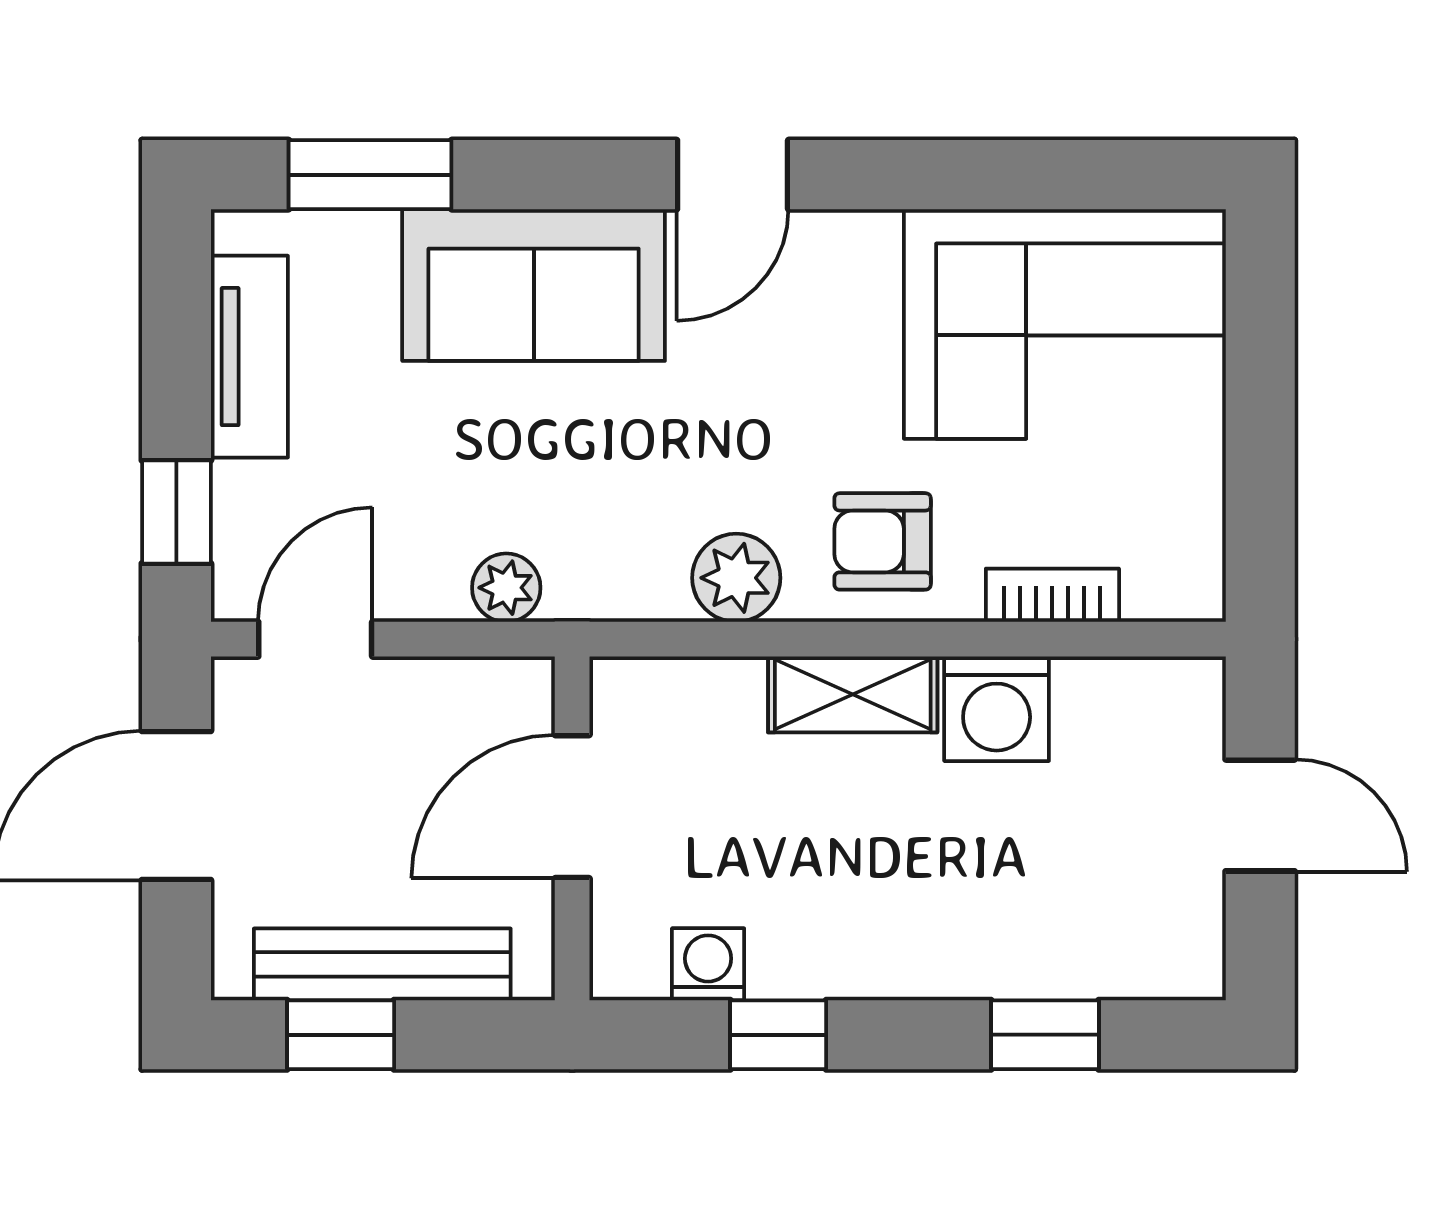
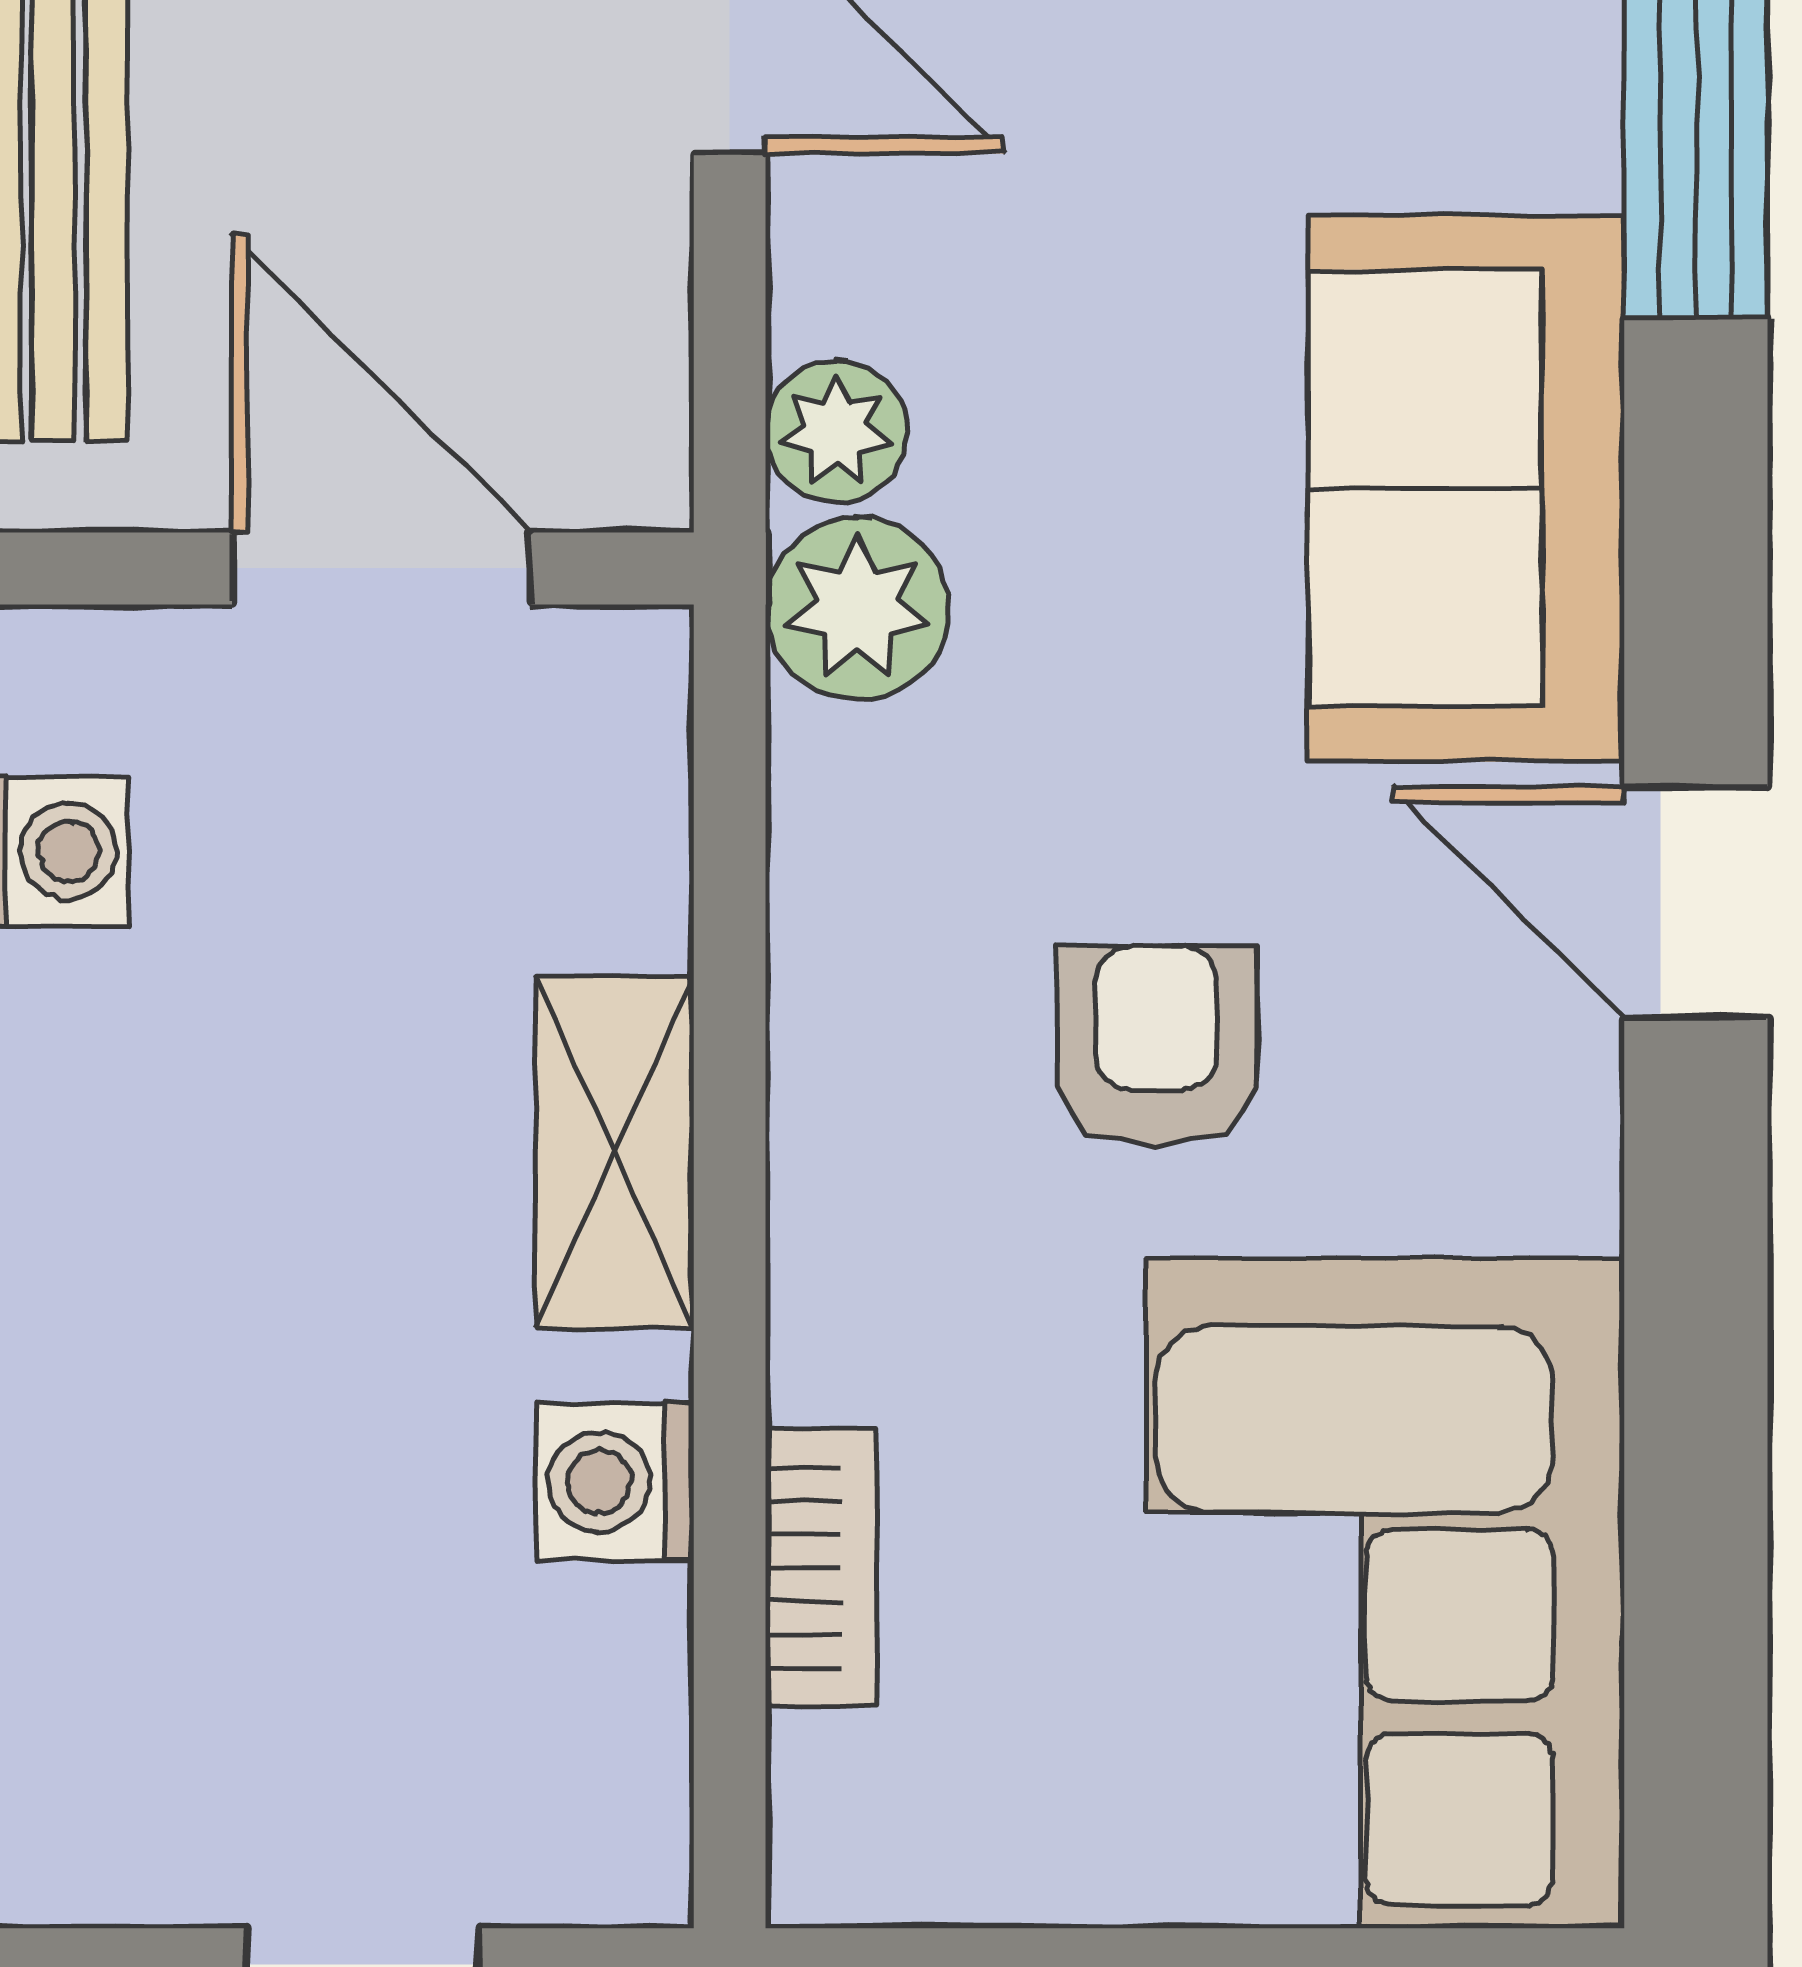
armchair: (883, 541) -> (1156, 1046), moved
plant: (736, 578) -> (857, 609), moved
washing machine: (997, 709) -> (615, 1481), width x0.73, depth x0.73

